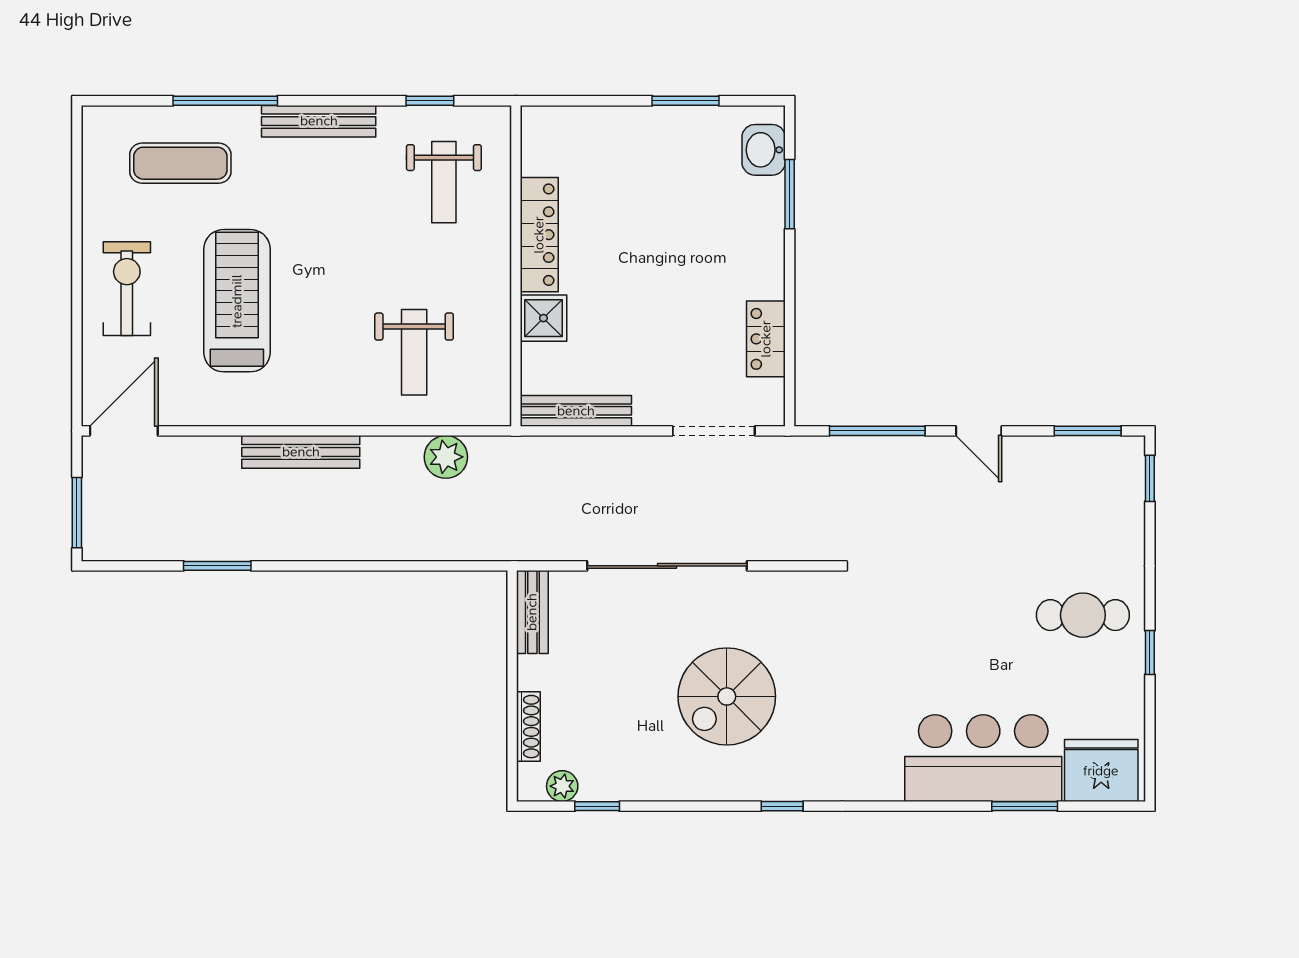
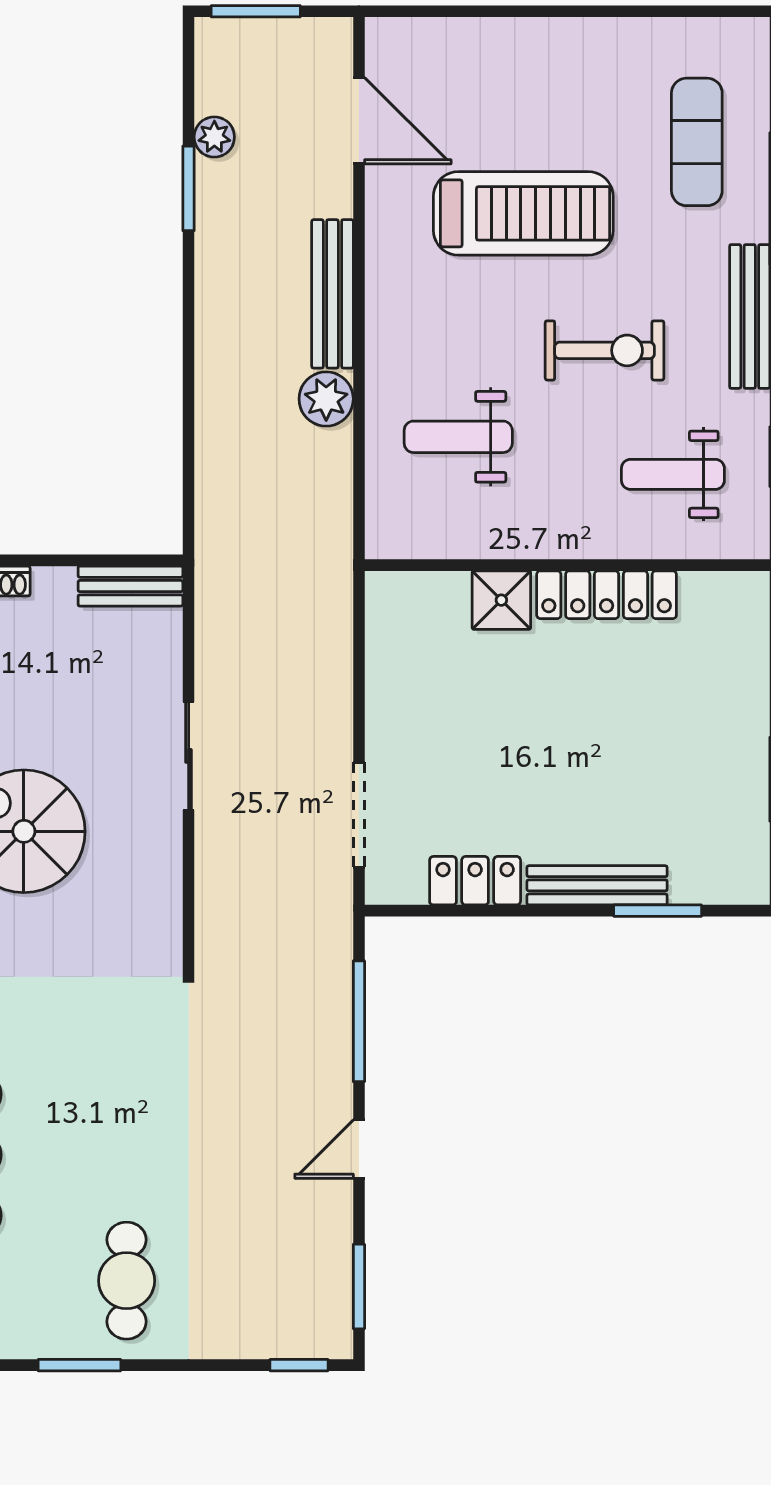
washbasin: (764, 150) -> (714, 878), removed
exercise bike: (127, 289) -> (605, 350), moved
bench: (576, 411) -> (597, 885), moved, turned 90
door: (124, 431) -> (359, 121), moved
plant: (446, 457) -> (326, 399), moved
plant: (176, 546) -> (214, 137), added
sliding door: (667, 566) -> (189, 756), width x0.54
window: (1150, 652) -> (79, 1365), width x1.50

